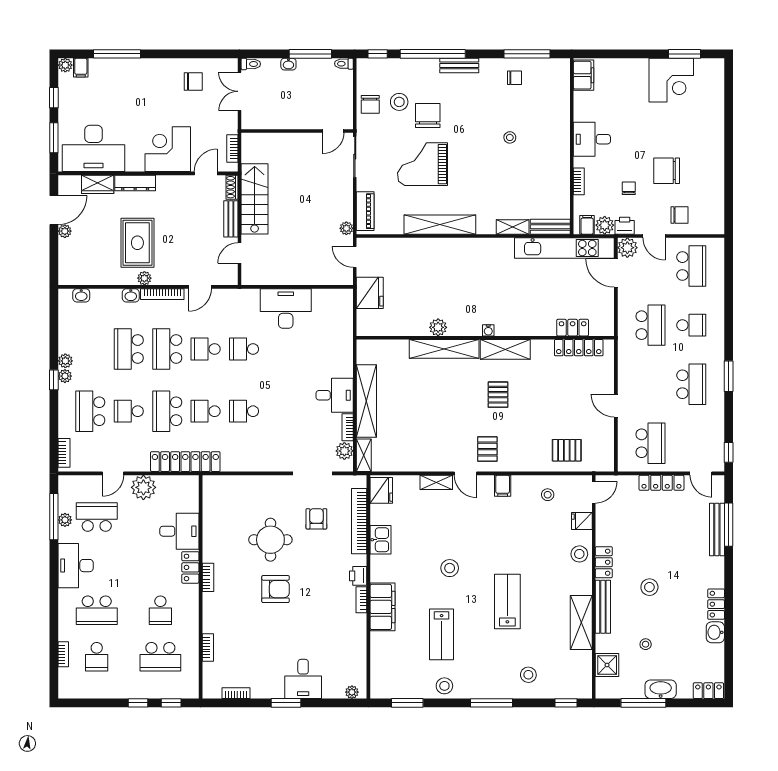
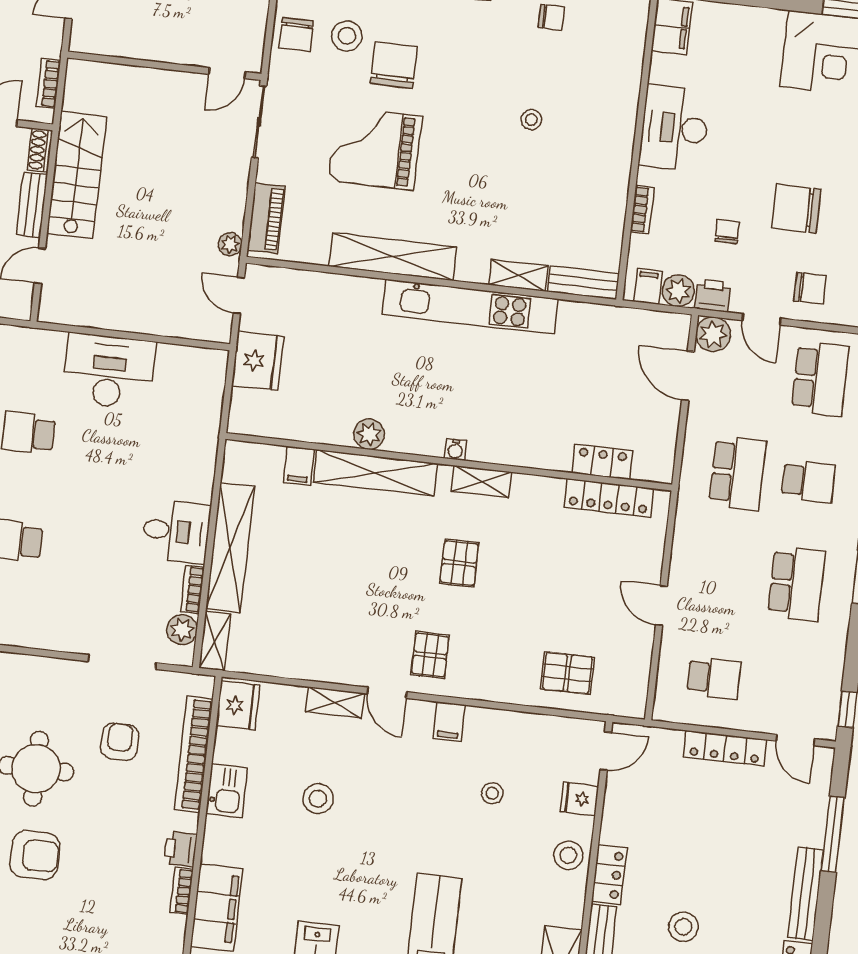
desk: (592, 139) -> (675, 128), width x1.37
kitchen unit: (564, 248) -> (470, 307), moved
shelving: (505, 349) -> (482, 482), width x0.67, depth x0.75
filing cabinet: (400, 350) -> (299, 466), added
school desk: (650, 443) -> (714, 678), width x0.54
stool: (548, 495) -> (492, 793), moved
bench: (717, 530) -> (806, 894), moved
stool: (450, 568) -> (318, 799), moved

